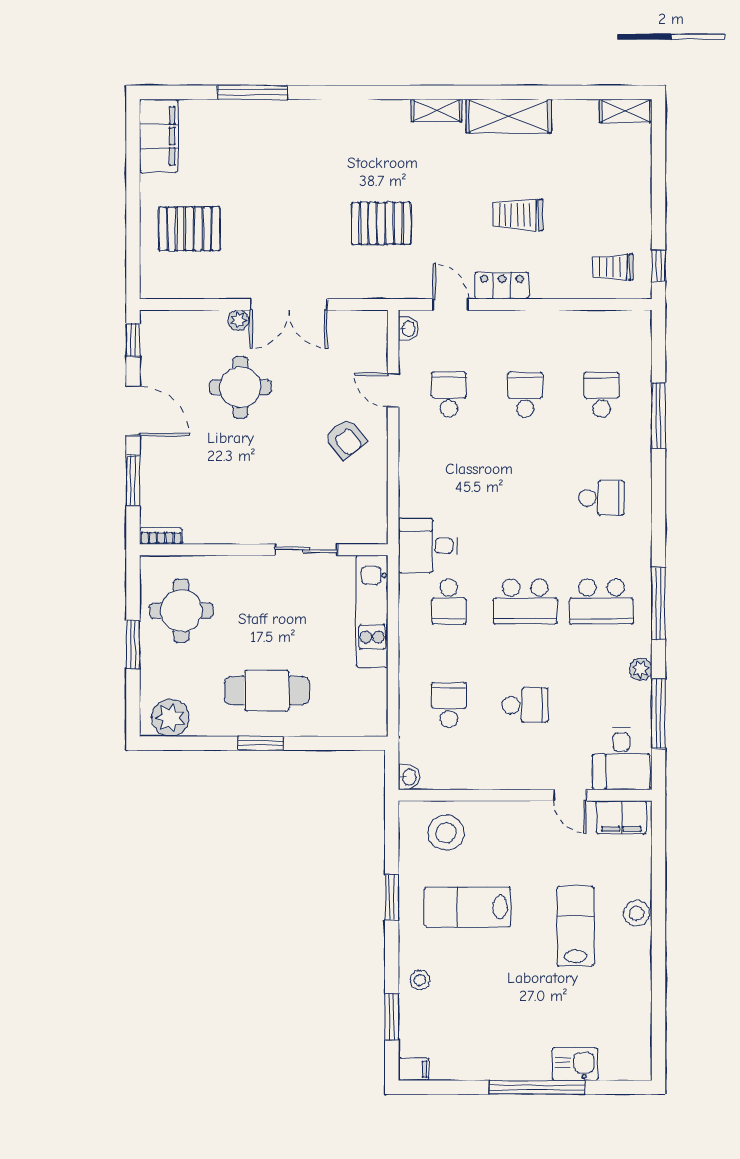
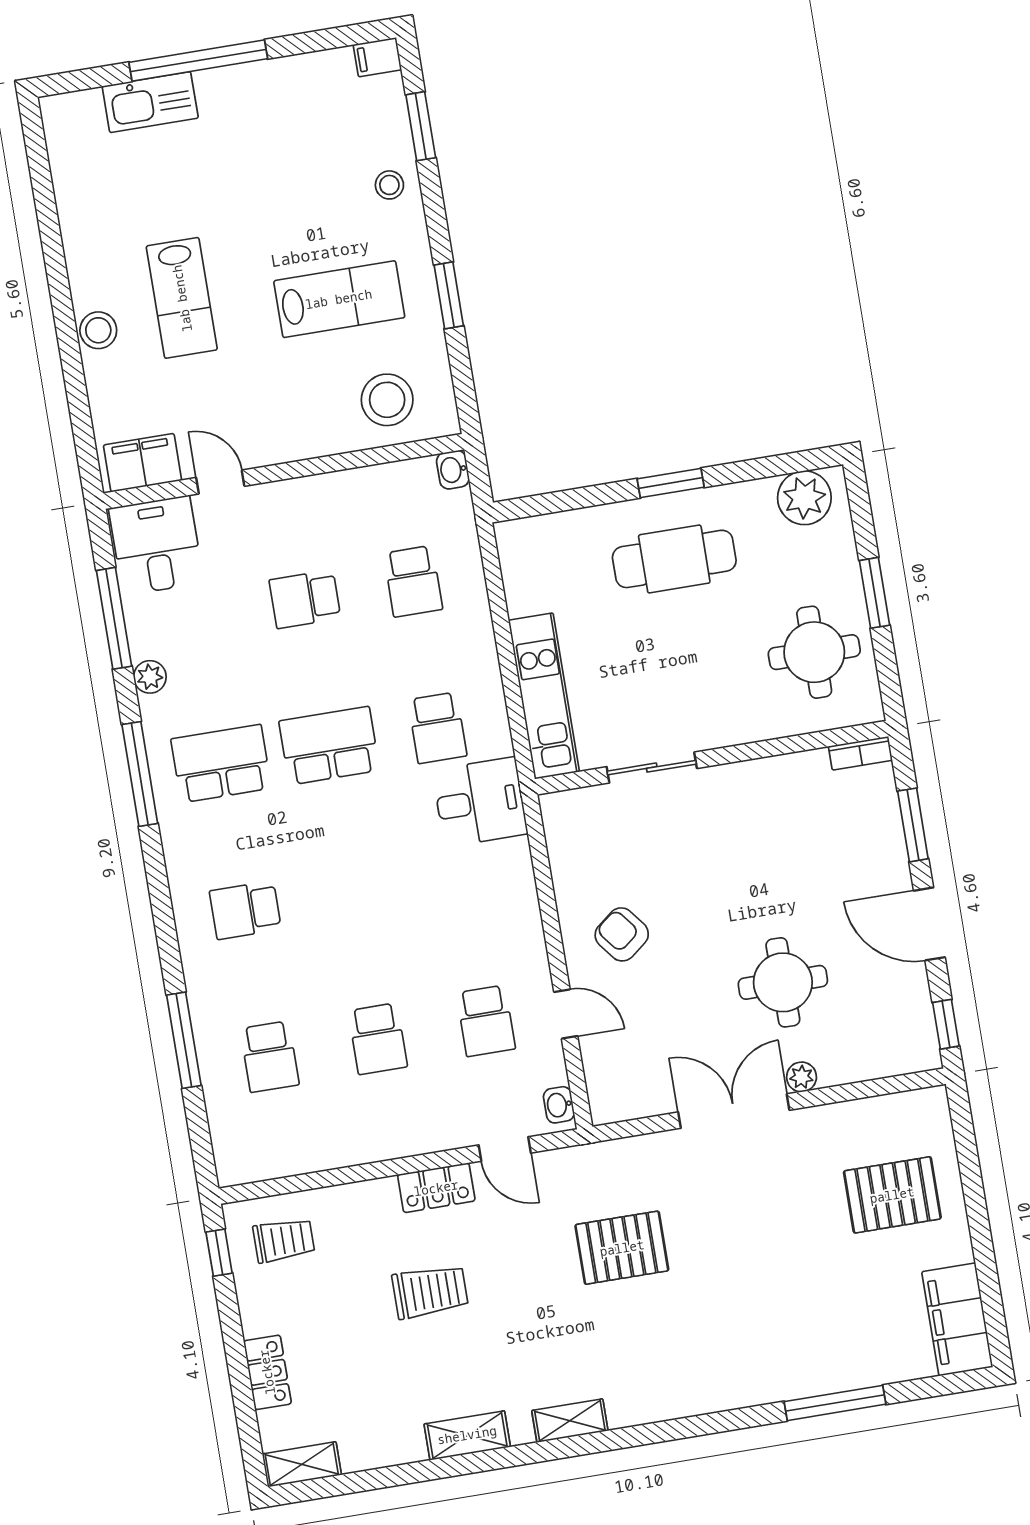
shelving: (509, 116) -> (467, 1435), width x0.67, depth x0.75
locker: (639, 178) -> (267, 1372), added
school desk: (449, 602) -> (437, 728), turned 180
kitchen sink: (575, 1064) -> (150, 102), width x1.38

